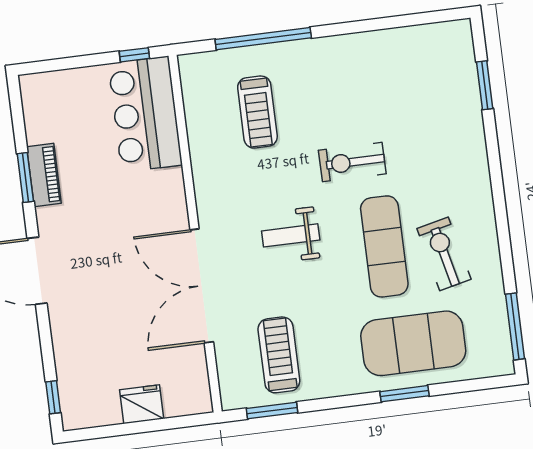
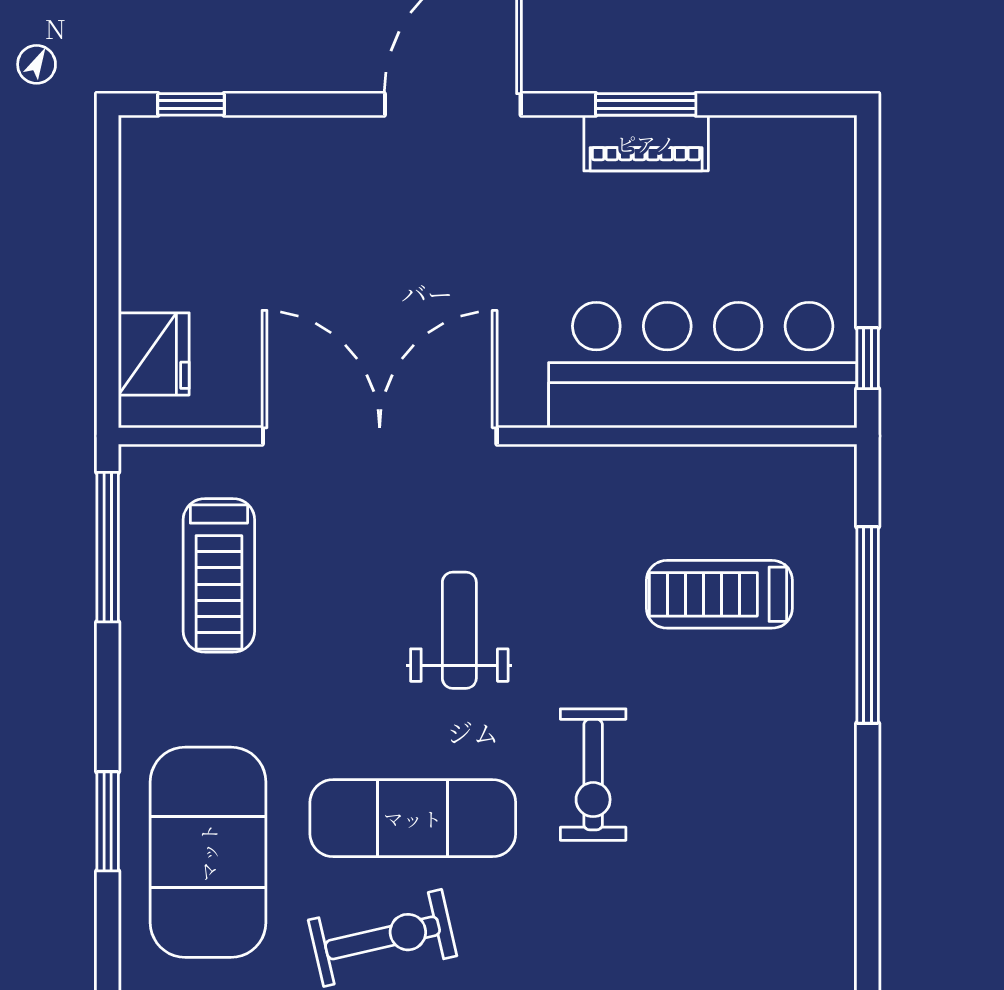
bar counter: (145, 114) -> (703, 365), width x1.36
exercise bike: (352, 162) -> (593, 775), turned 180
treadmill: (279, 355) -> (219, 575), turned 90
fridge: (142, 404) -> (154, 354), moved
window: (272, 410) -> (108, 547), width x1.44

